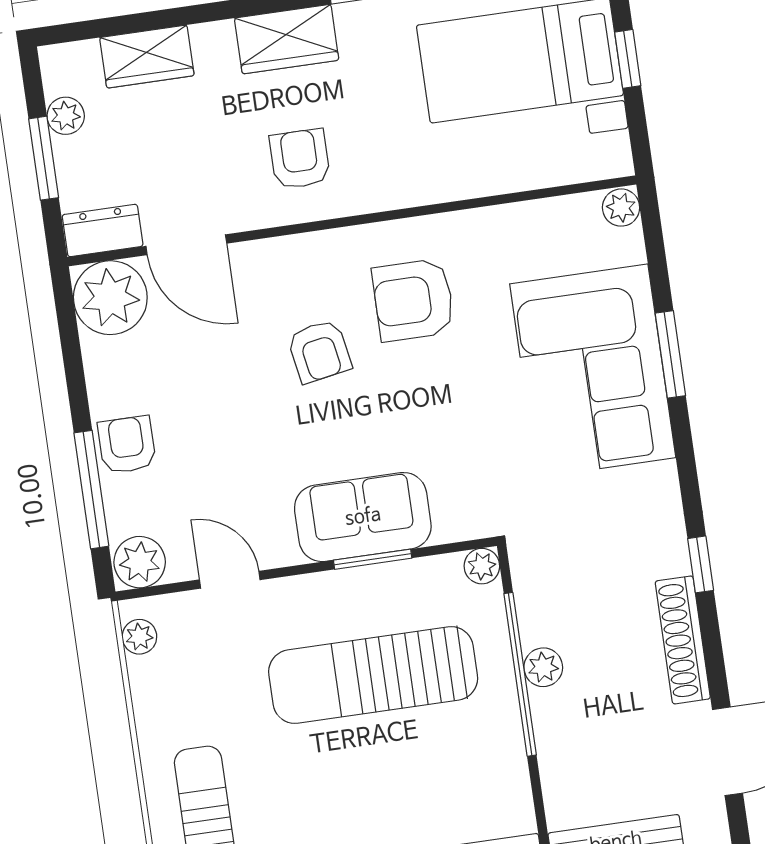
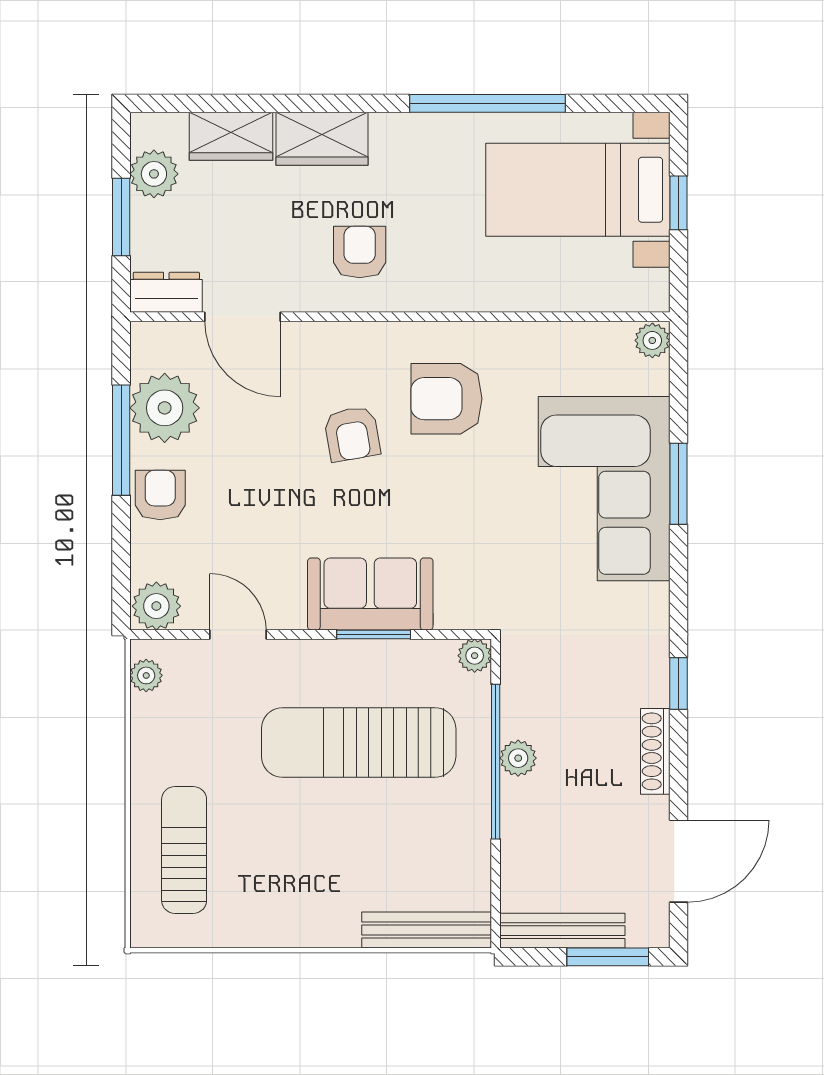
wardrobe: (287, 39) -> (322, 139), moved
plant: (66, 116) -> (154, 174), width x1.38, depth x1.38
plant: (110, 298) -> (165, 408), moved
window: (91, 490) -> (121, 440), moved
shoe rack: (683, 640) -> (655, 751), width x0.74, depth x0.81

